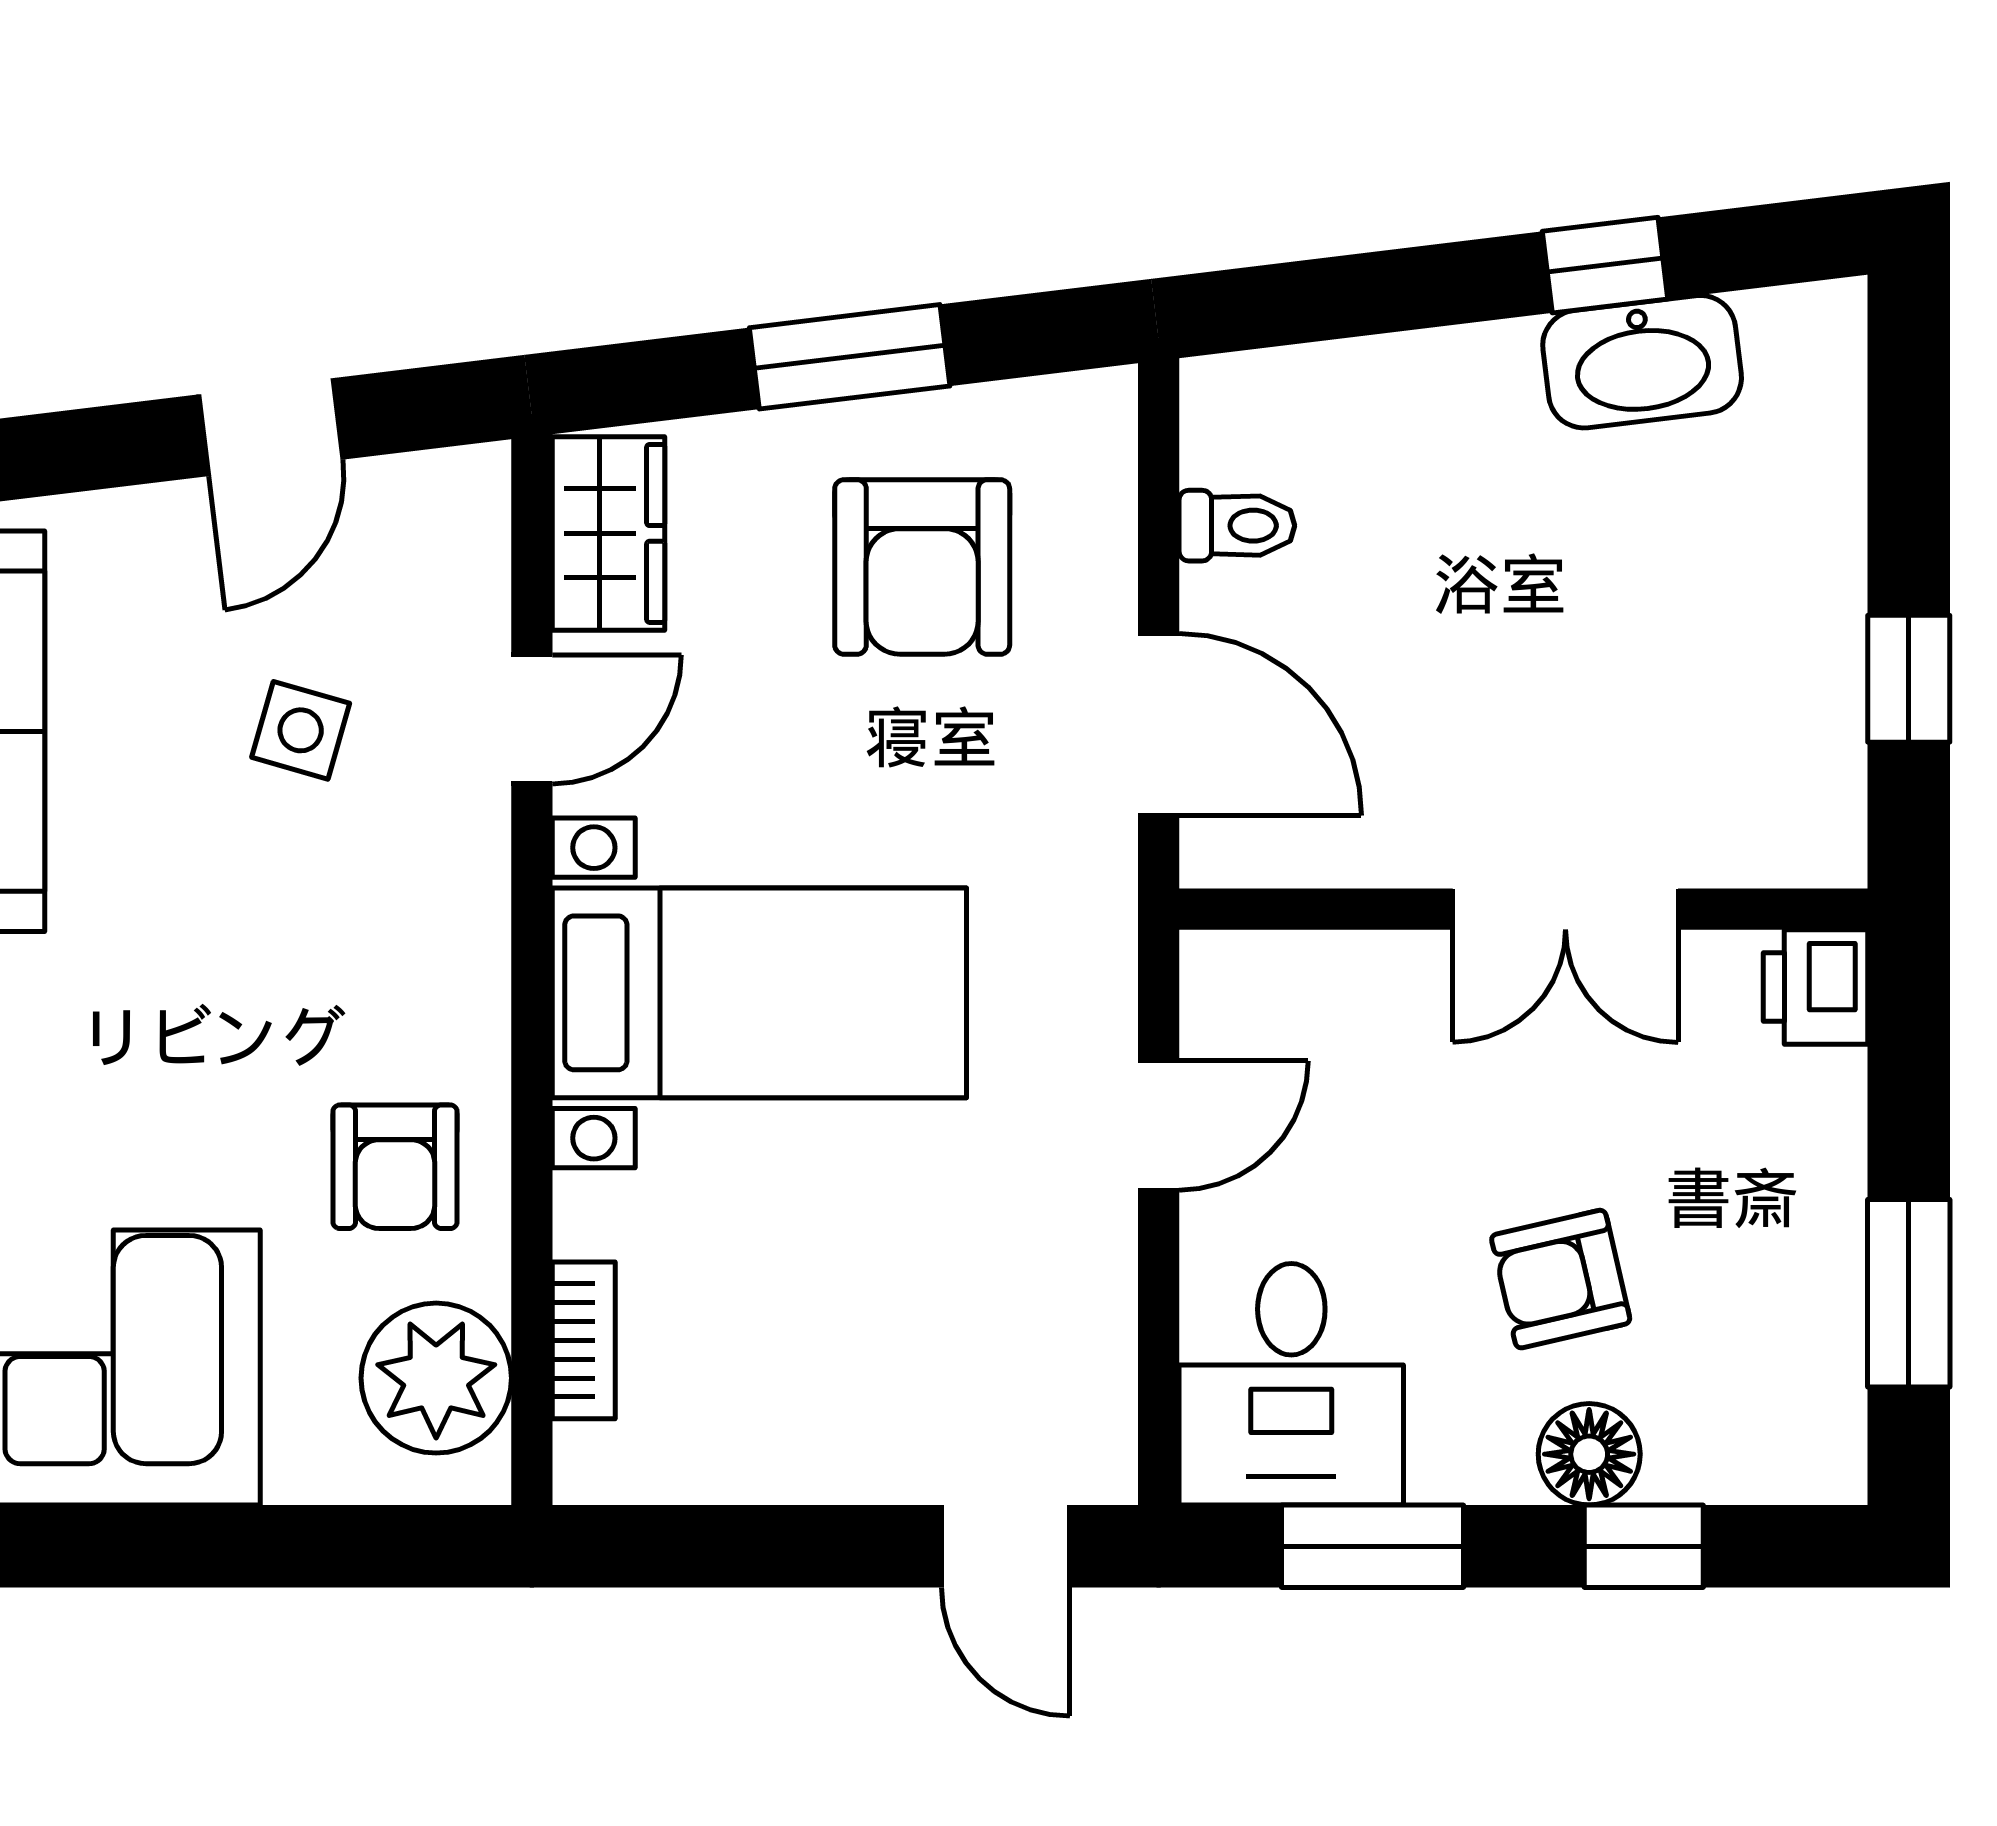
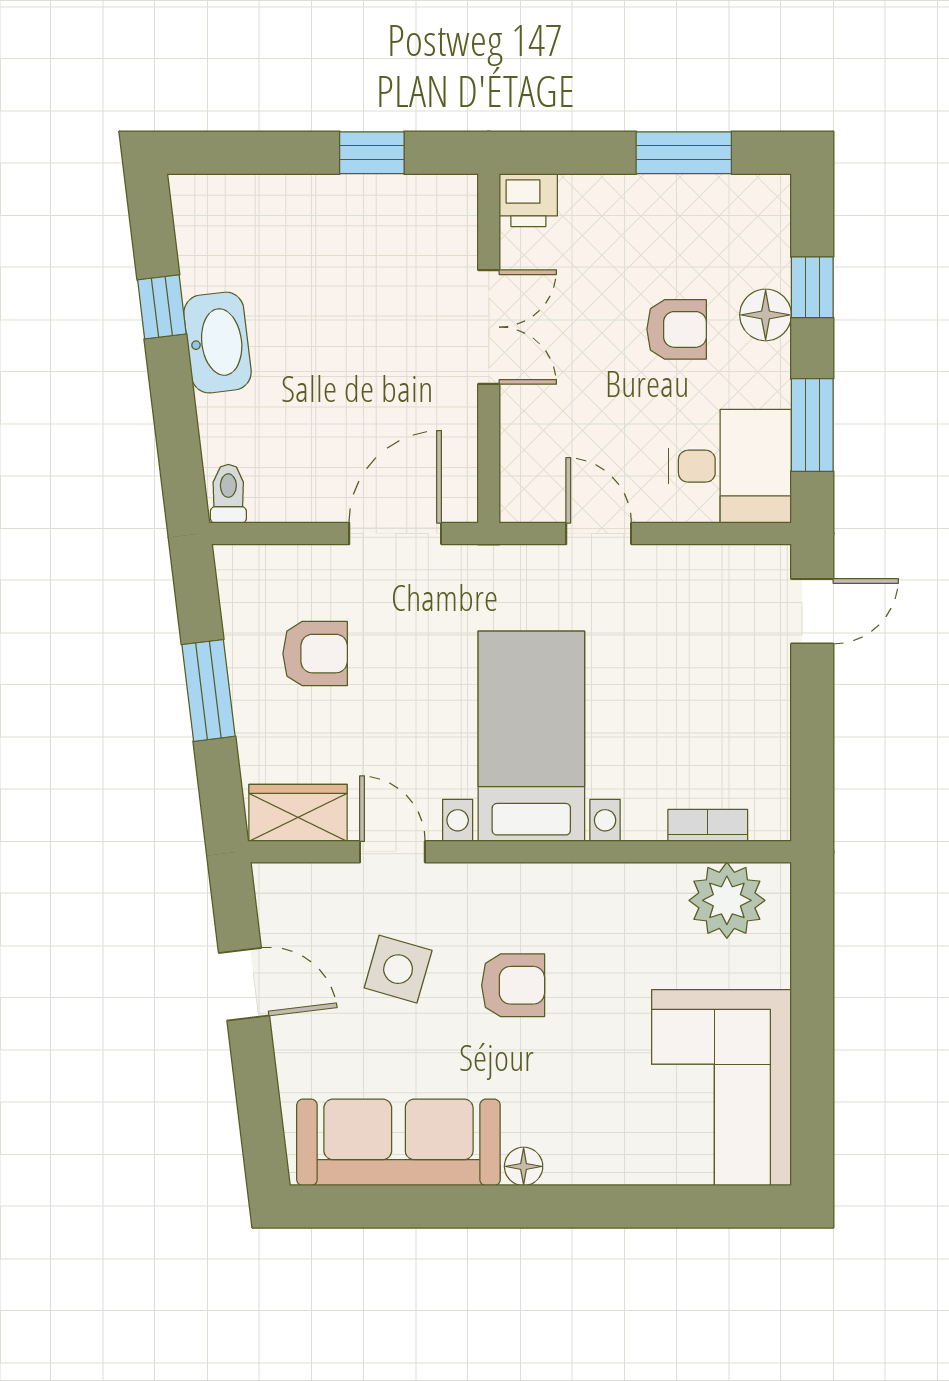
washbasin: (1642, 362) -> (218, 343), moved
toilet: (1237, 526) -> (228, 494), moved
armchair: (922, 567) -> (315, 654), width x0.72, depth x0.72
side table: (301, 730) -> (398, 969), width x1.37, depth x1.37
armchair: (395, 1167) -> (513, 985), moved
armchair: (1561, 1279) -> (677, 329), turned -77

